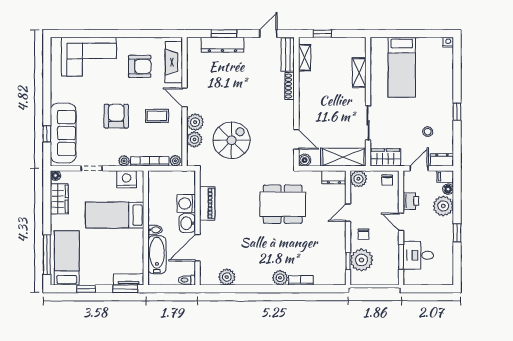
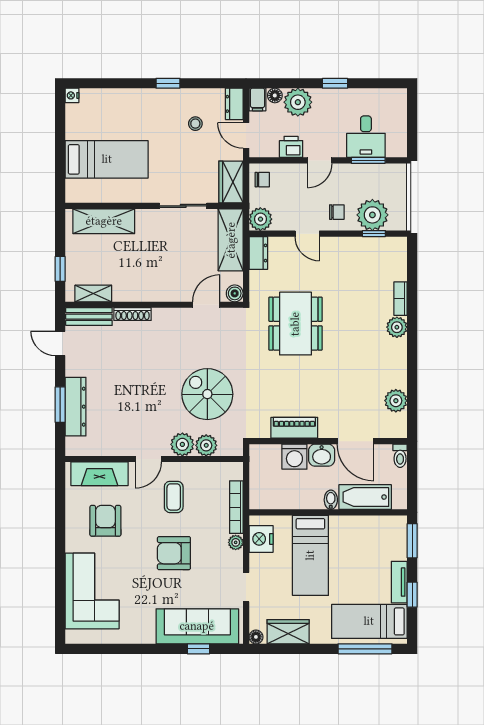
shelving: (359, 73) -> (104, 221), width x1.50, depth x1.33
plant: (175, 161) -> (236, 472), removed
tv unit: (129, 279) -> (399, 582), moved

